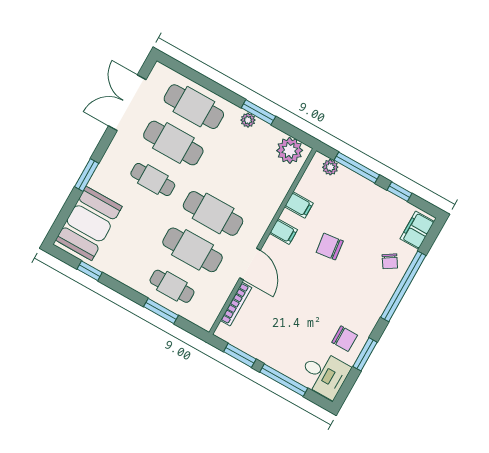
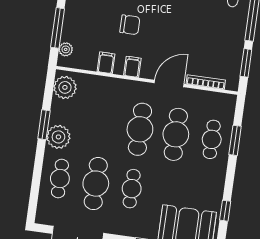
cafe table: (194, 107) -> (60, 179), width x0.73, depth x0.74
plant: (248, 120) -> (58, 137), width x1.87, depth x1.87
chair: (330, 247) -> (130, 25), turned -83

